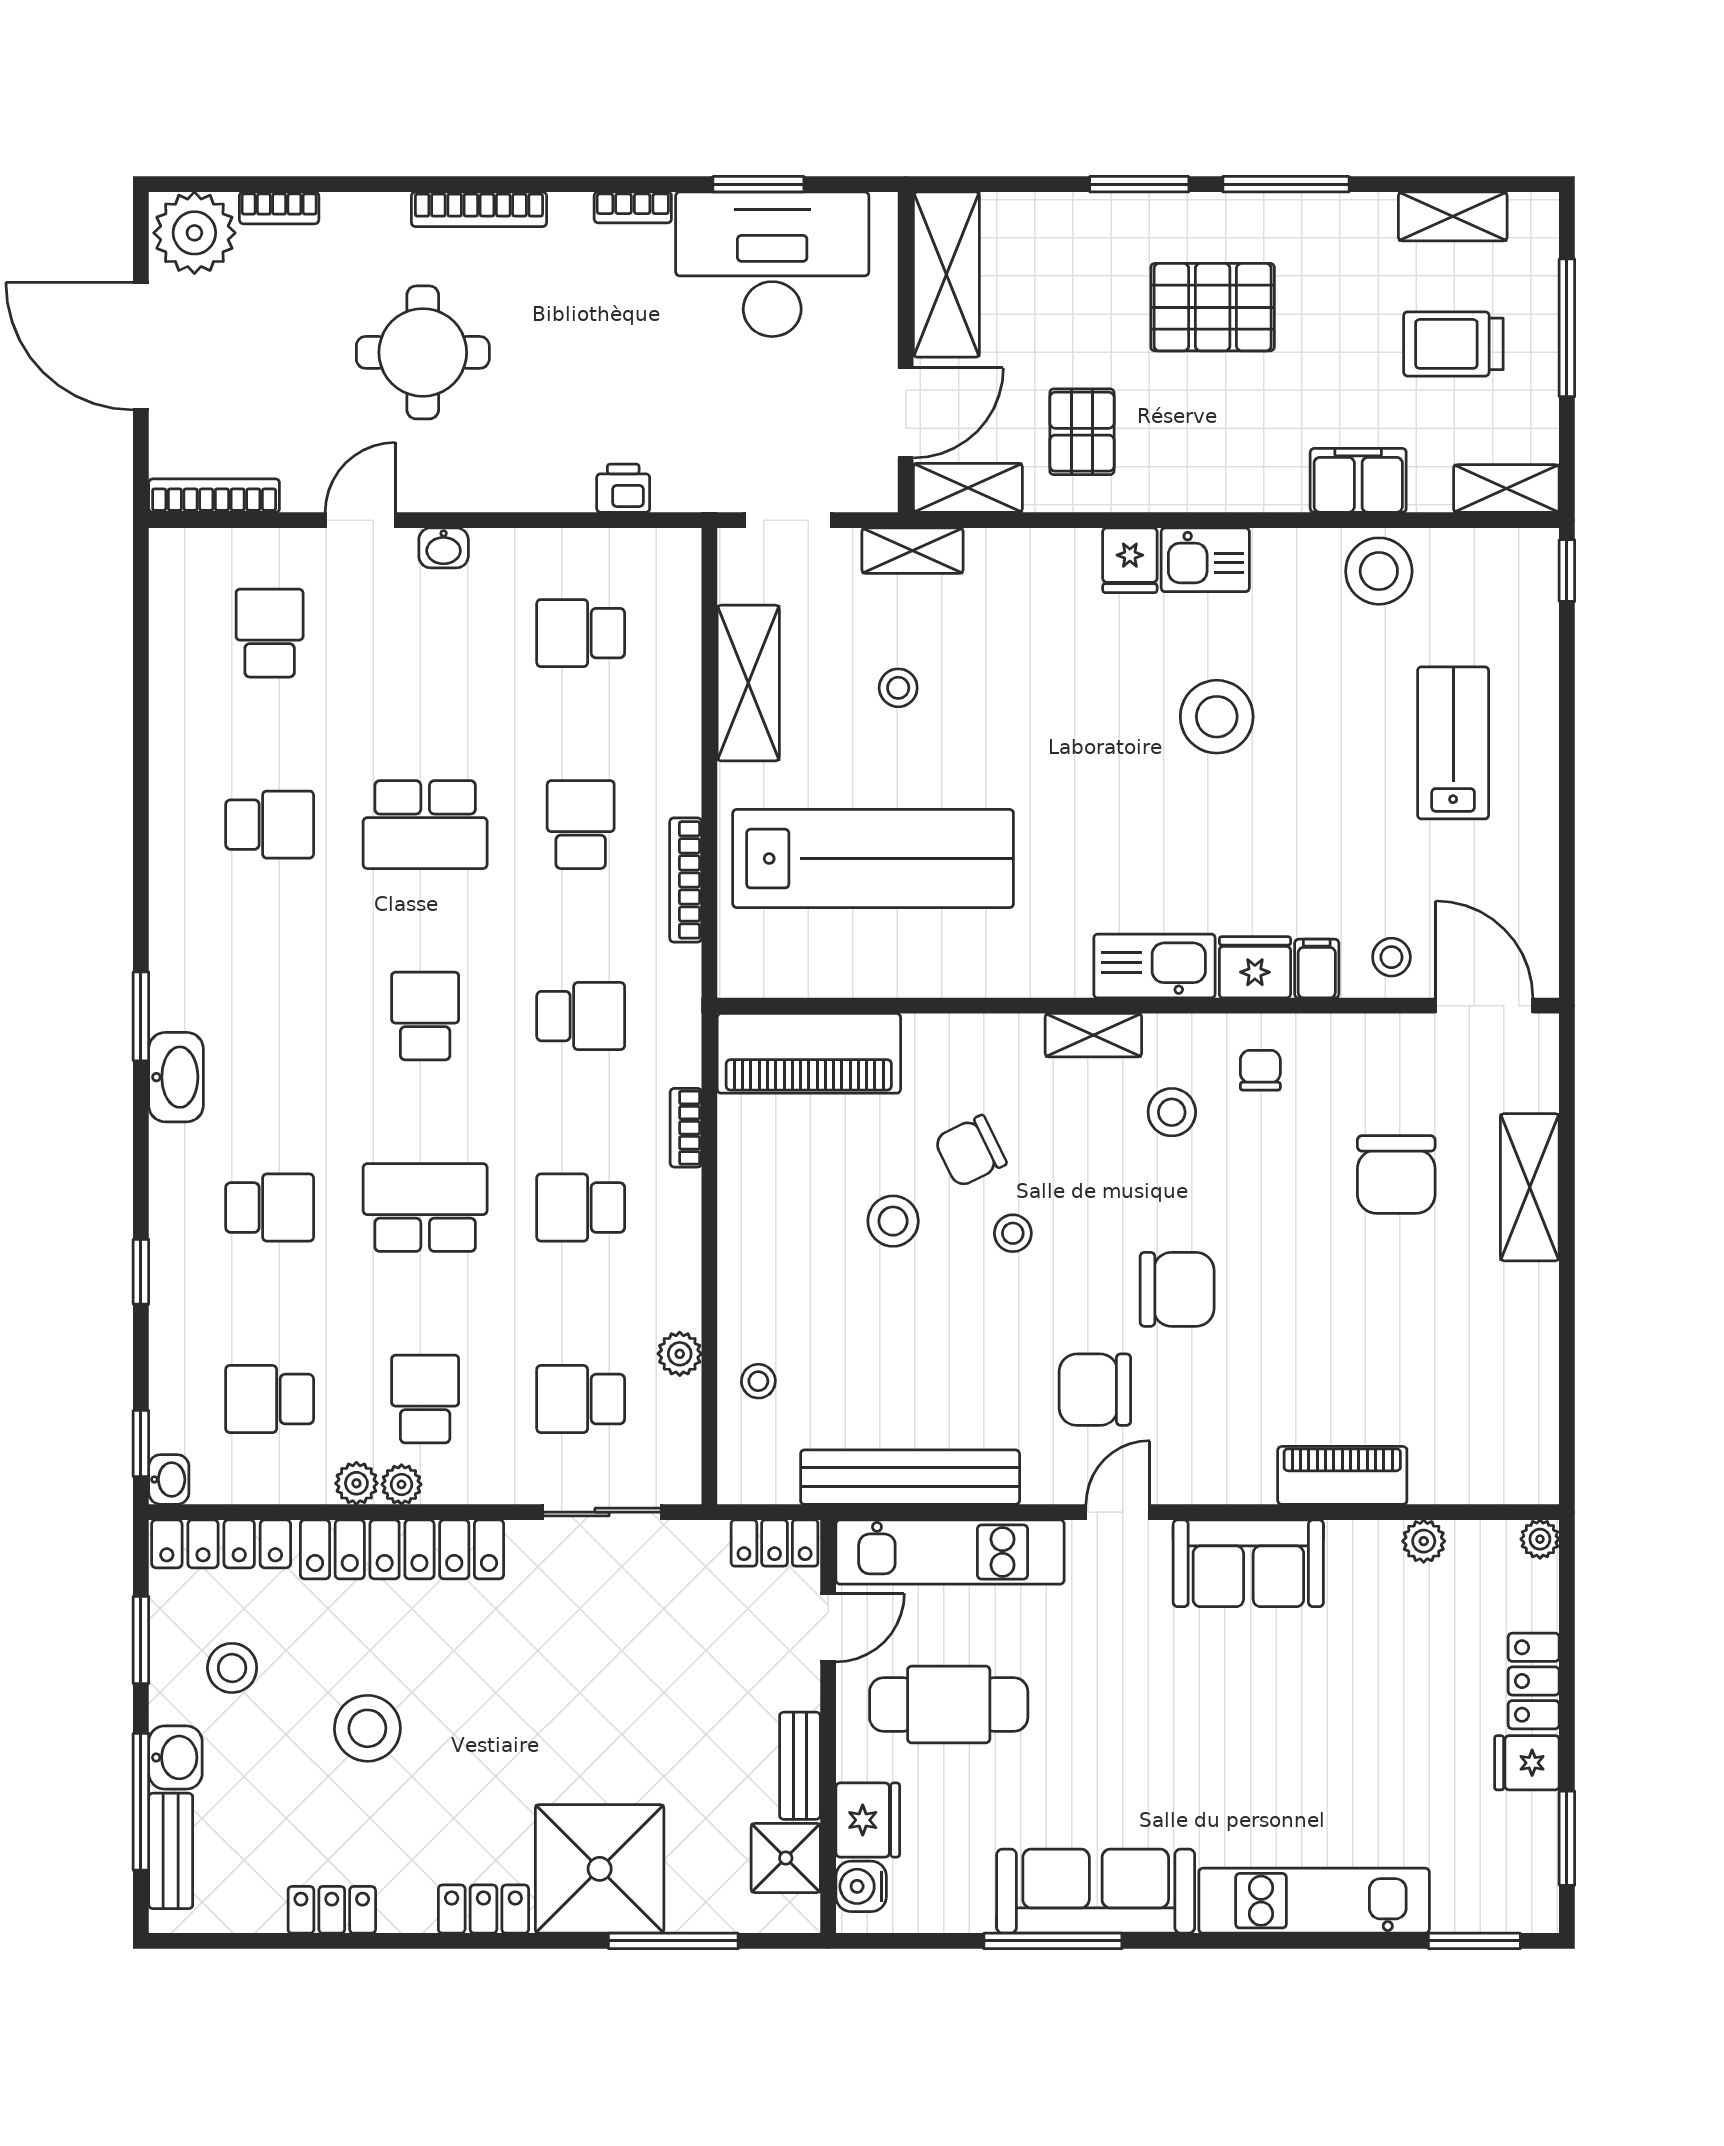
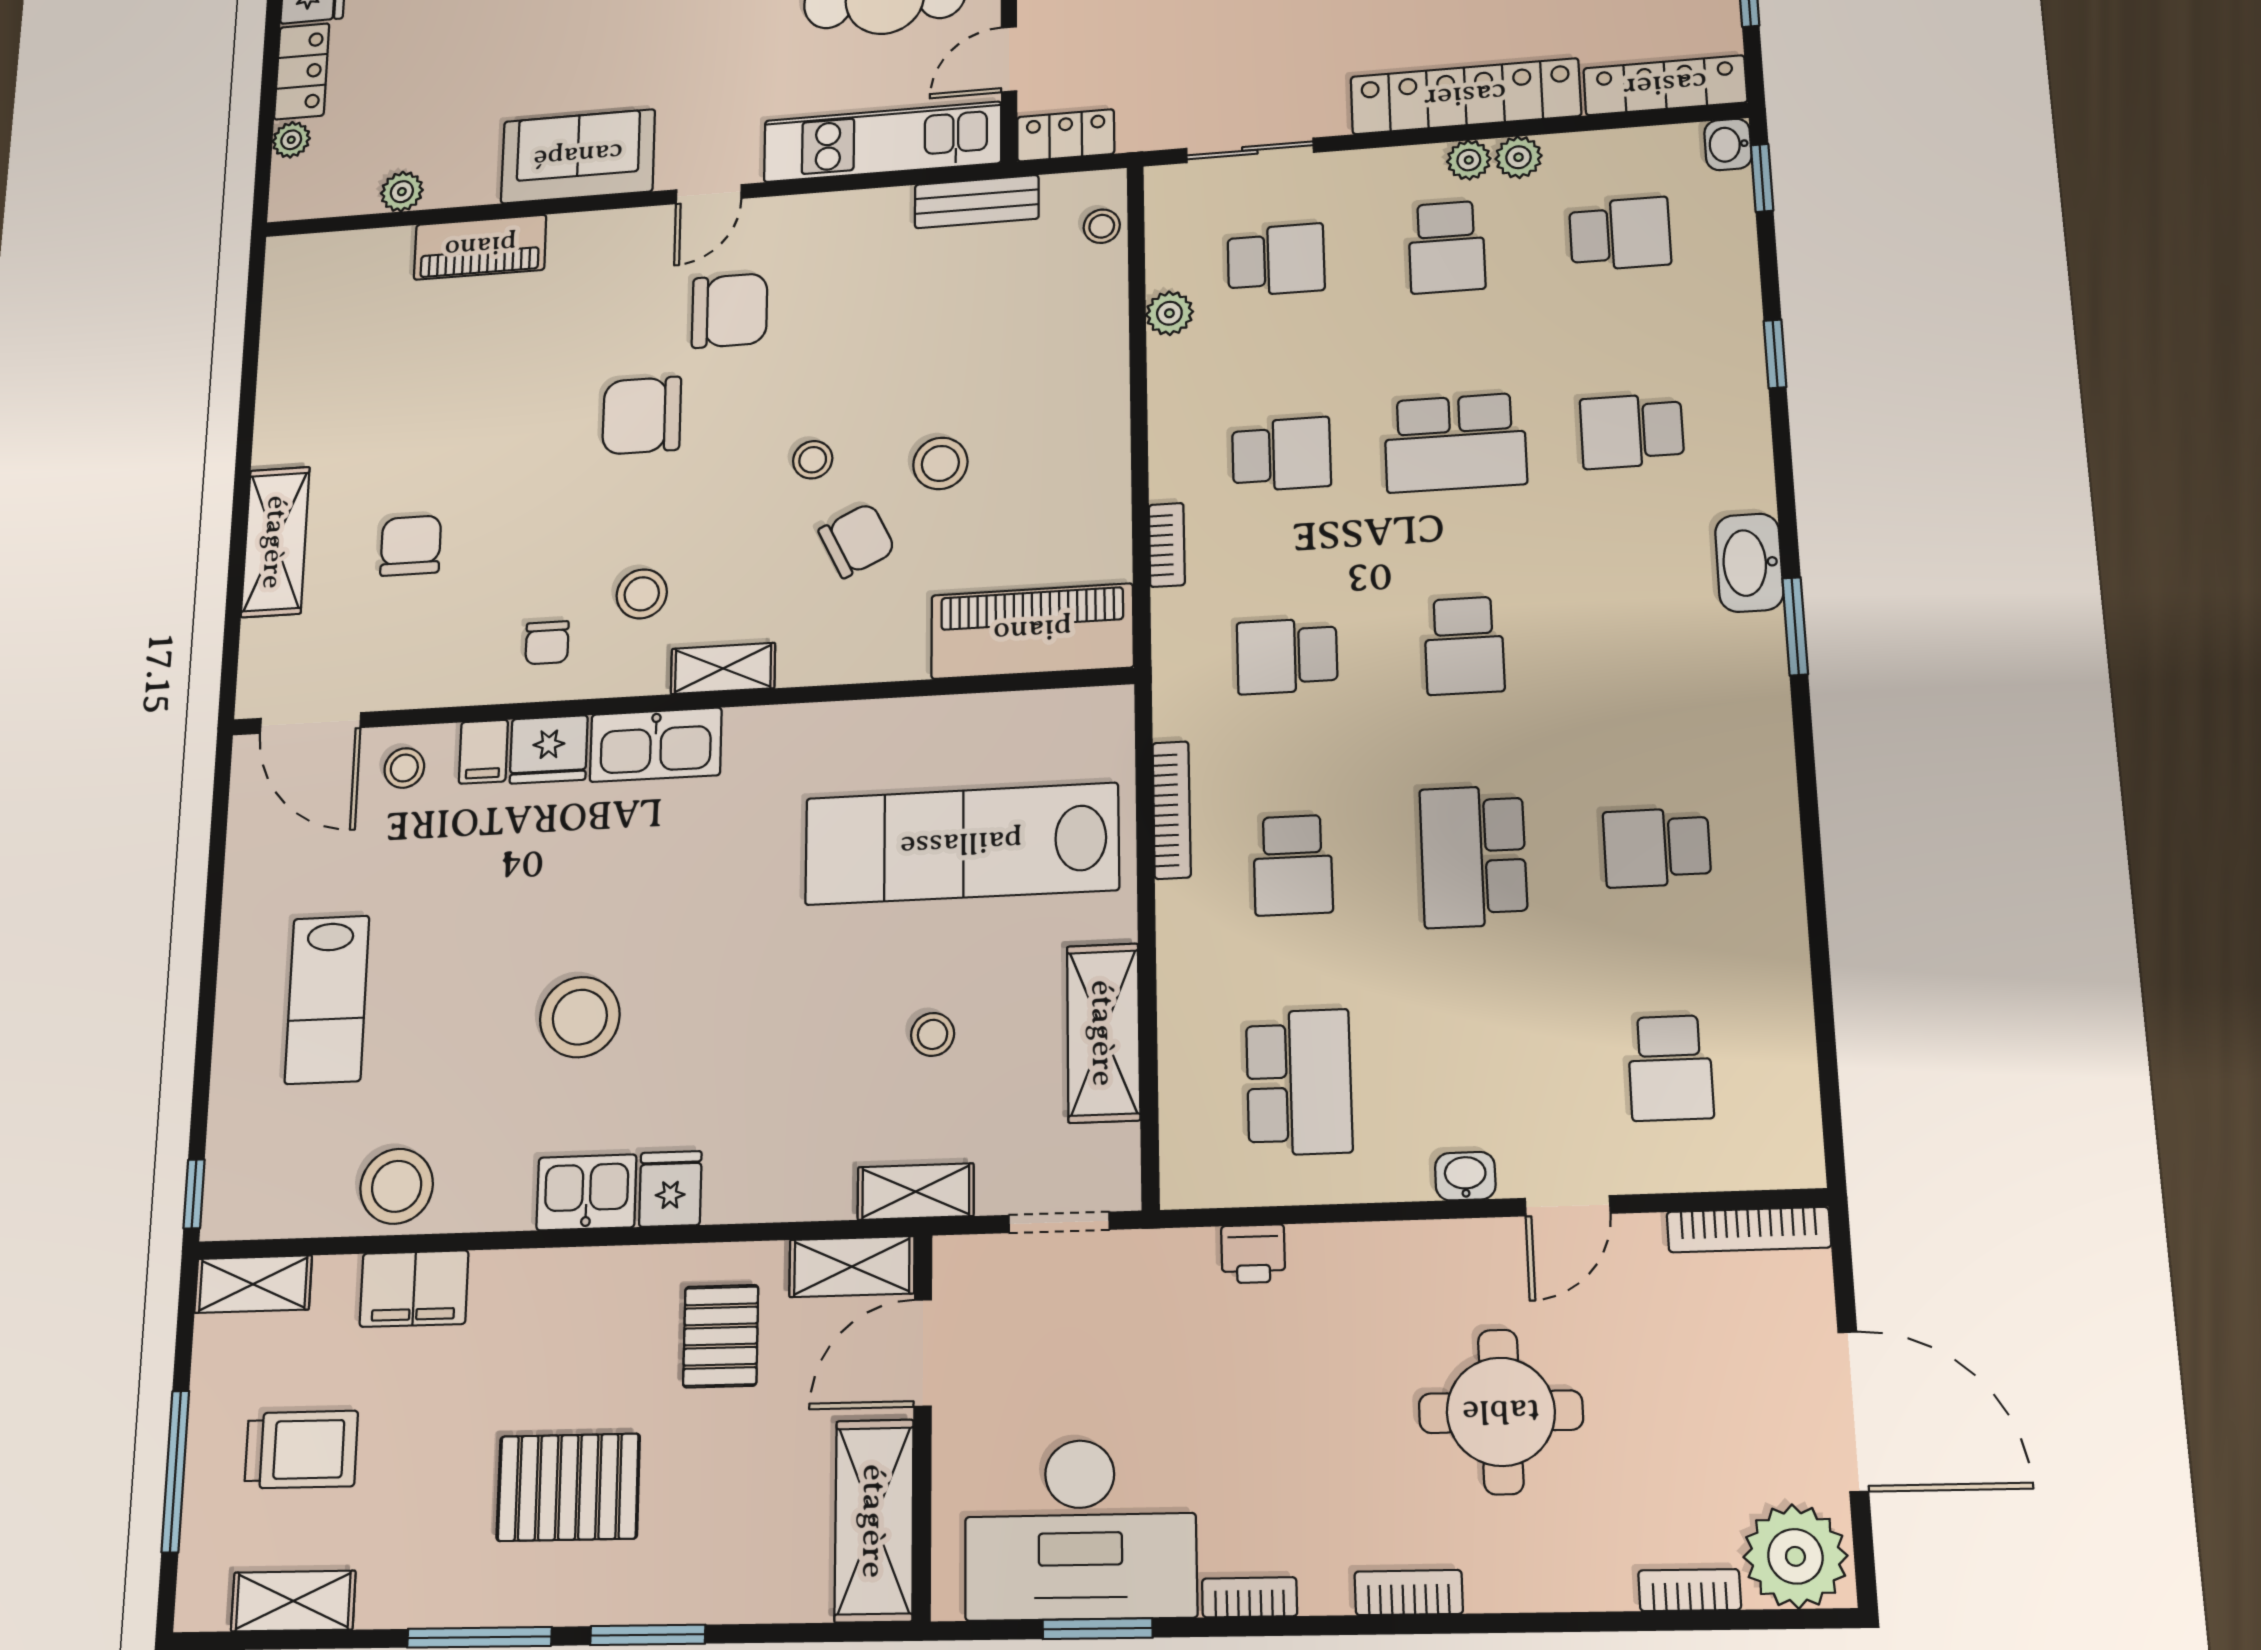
bookcase: (479, 209) -> (1409, 1593), width x0.64
school desk: (581, 633) -> (1299, 1082), width x1.85
school desk: (425, 825) -> (1473, 856), turned -90
chair: (1396, 1175) -> (411, 546), width x0.73, depth x0.73
stool: (758, 1381) -> (1102, 226), moved
bench: (910, 1477) -> (977, 202), width x0.54, depth x0.82
plant: (1540, 1539) -> (291, 140), moved

